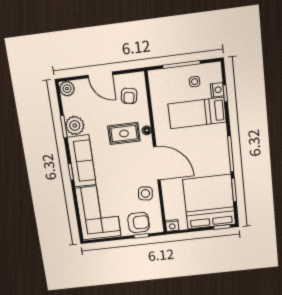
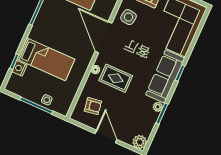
side table: (195, 82) -> (47, 100), moved
armchair: (129, 96) -> (93, 106), turned 71
plant: (75, 125) -> (158, 107), width x0.53, depth x0.53

